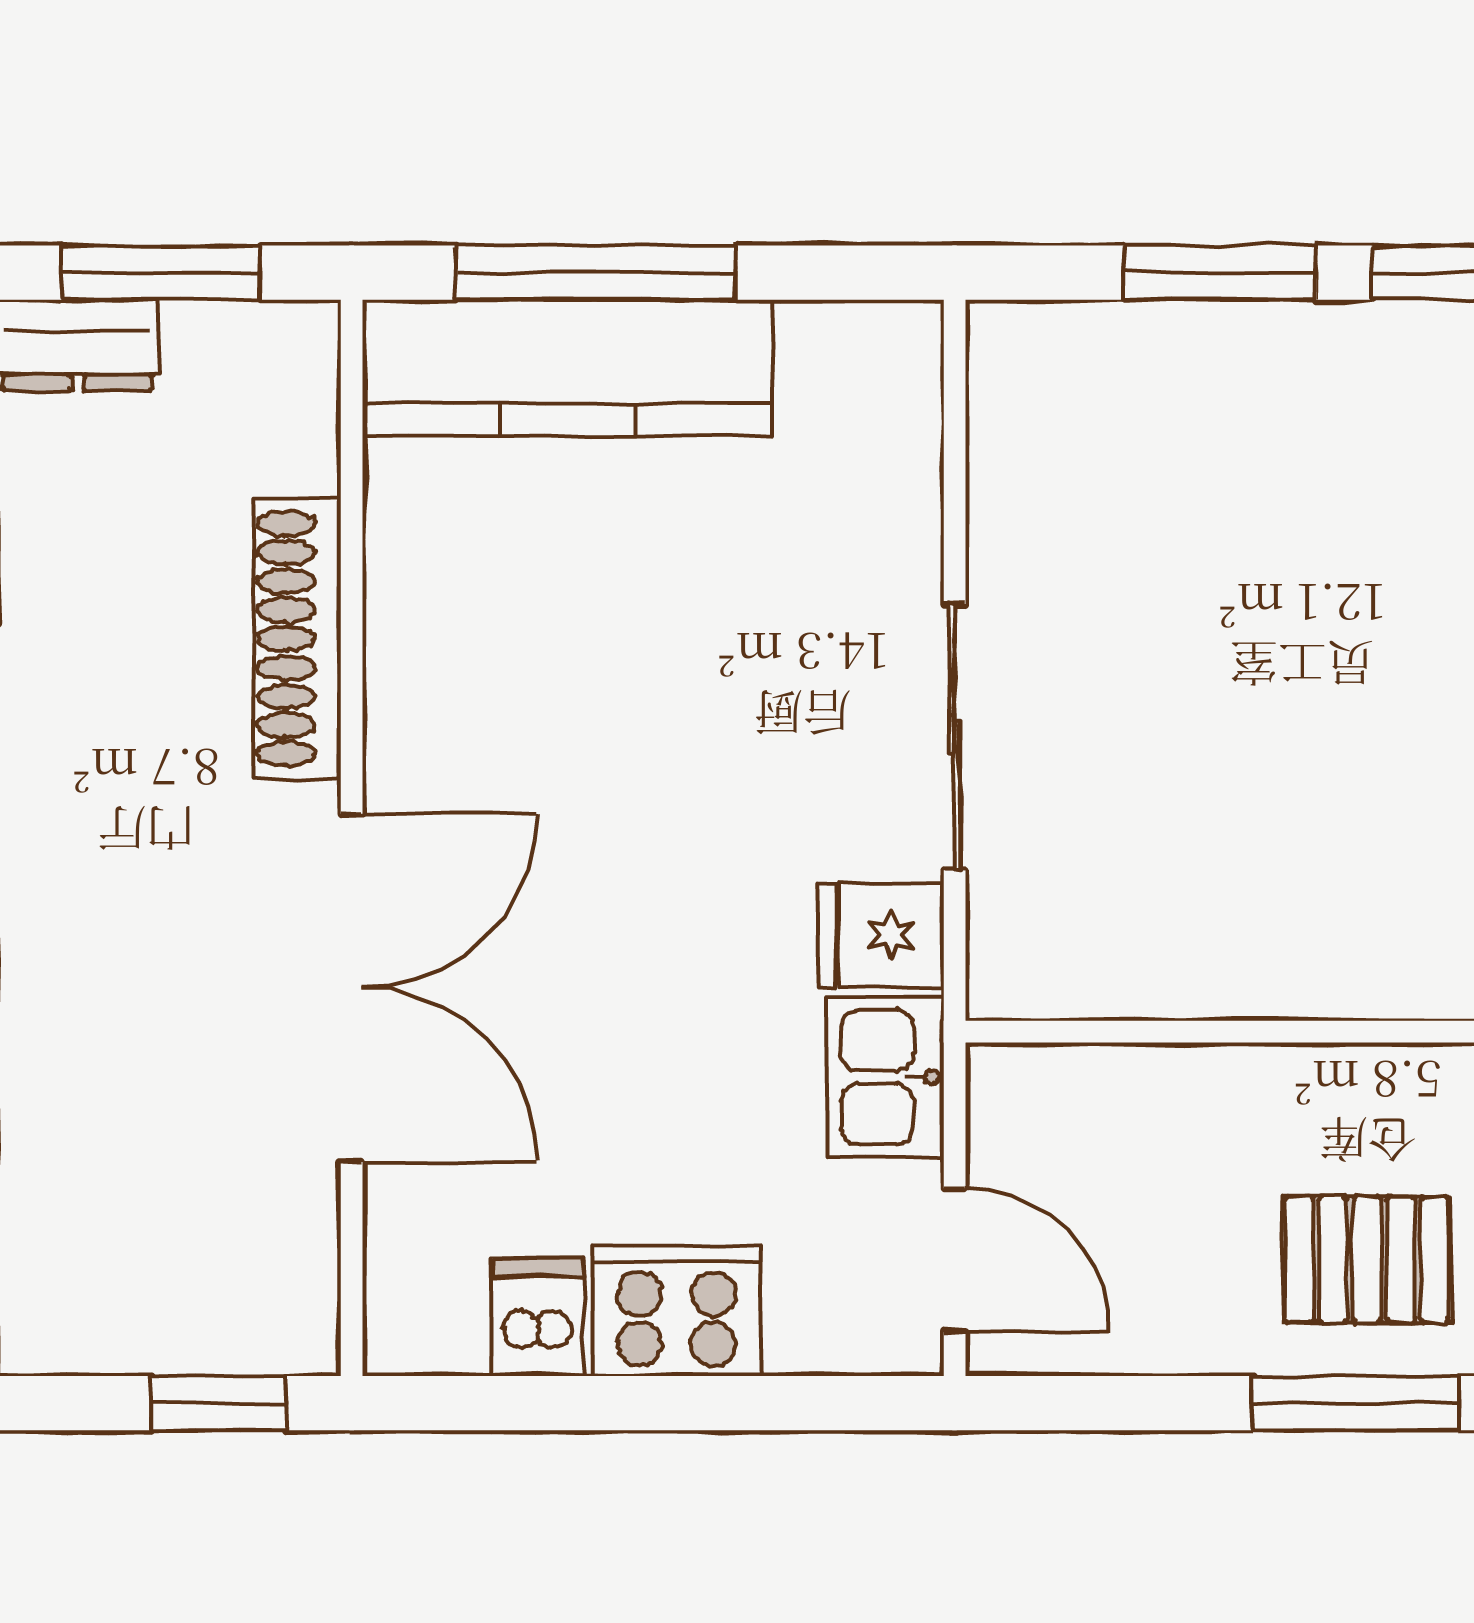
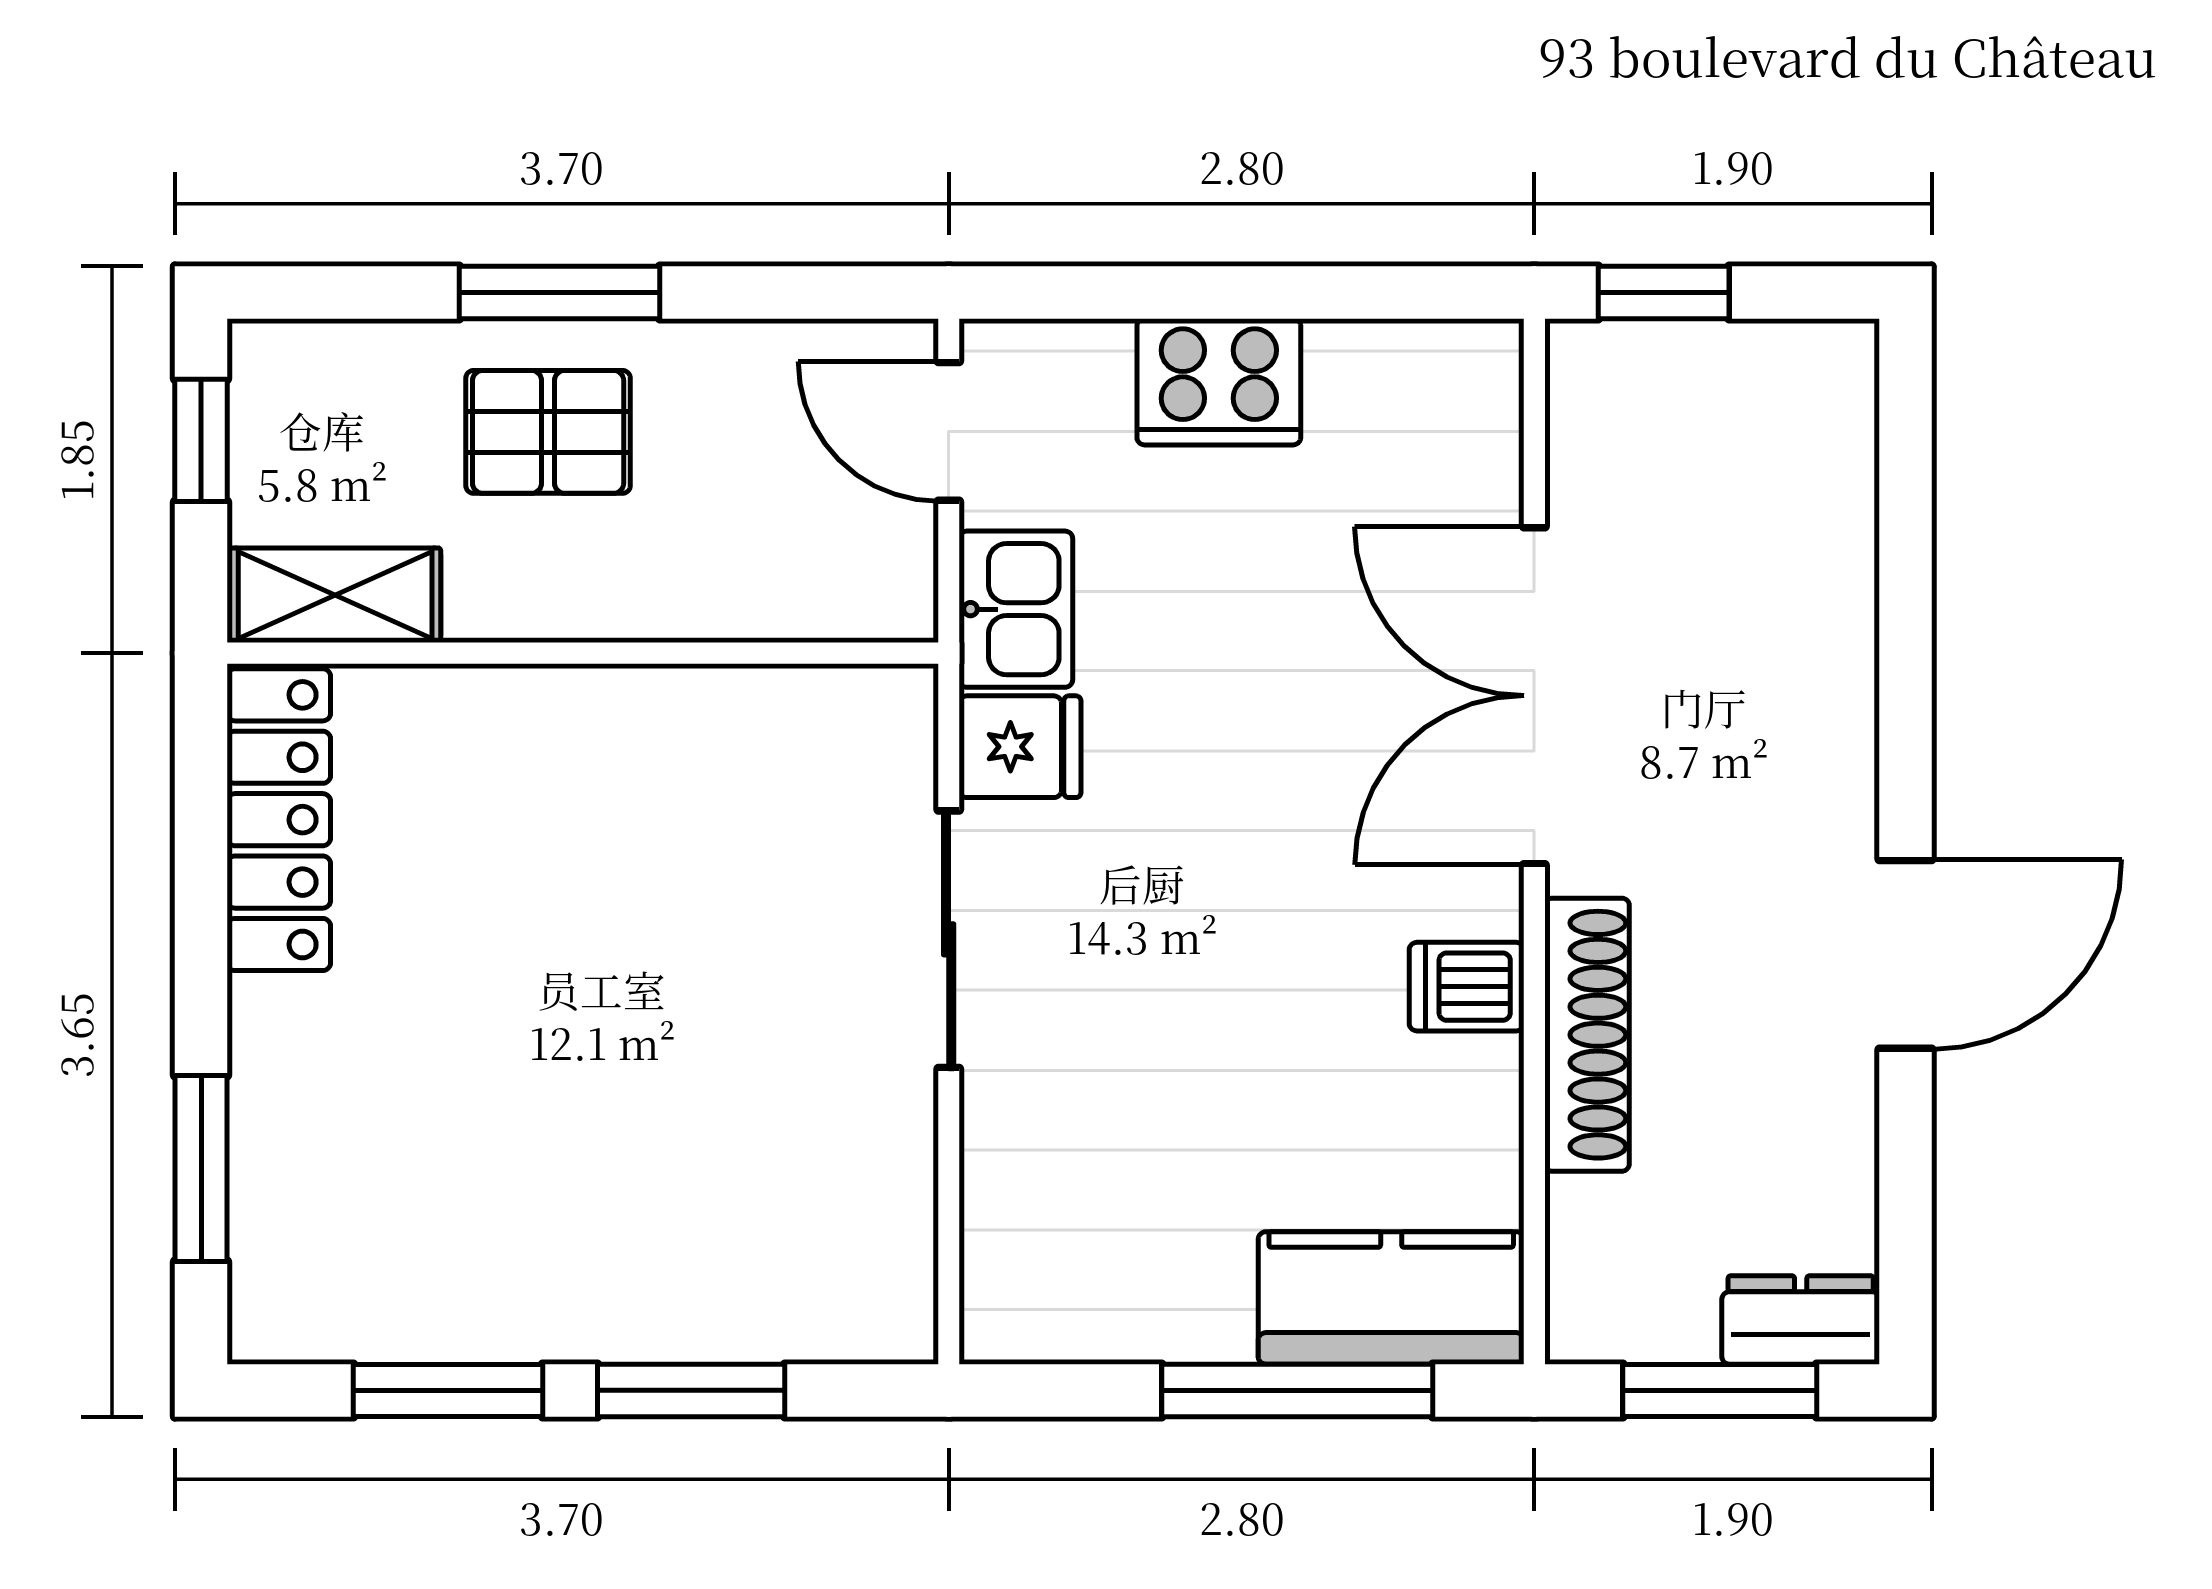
kitchen counter: (567, 368) -> (1391, 1298), width x0.67
dishwasher: (538, 1317) -> (1467, 987), moved, turned 90

